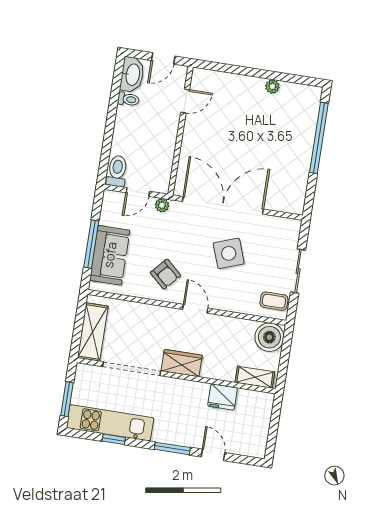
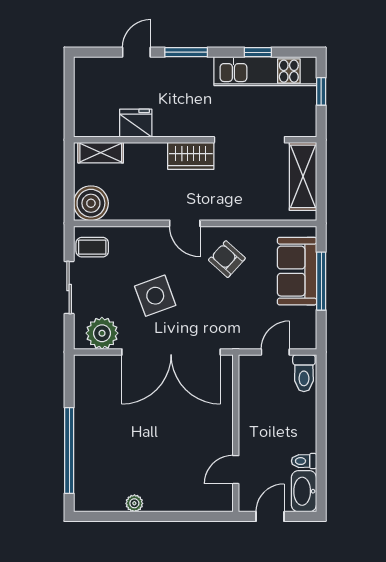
plant: (162, 205) -> (102, 333), moved, width x1.88, depth x1.88
window: (67, 399) -> (321, 91), width x0.67
door: (213, 455) -> (136, 52), swing flipped

